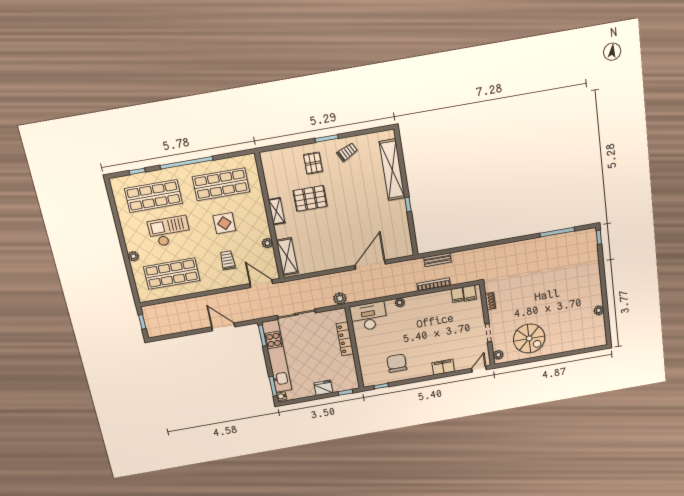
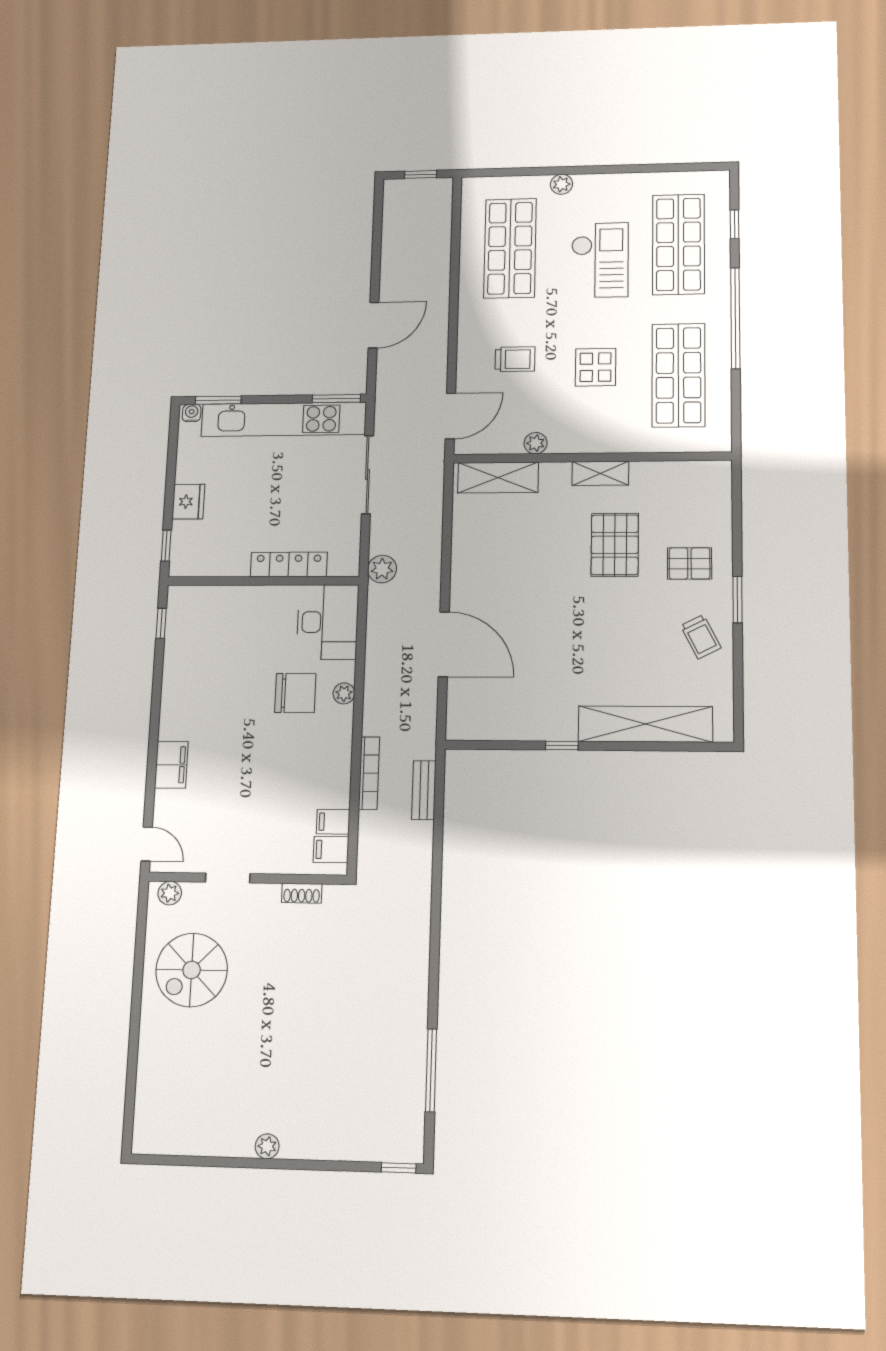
plant: (599, 310) -> (267, 1146), moved
chair: (397, 363) -> (295, 693), moved

